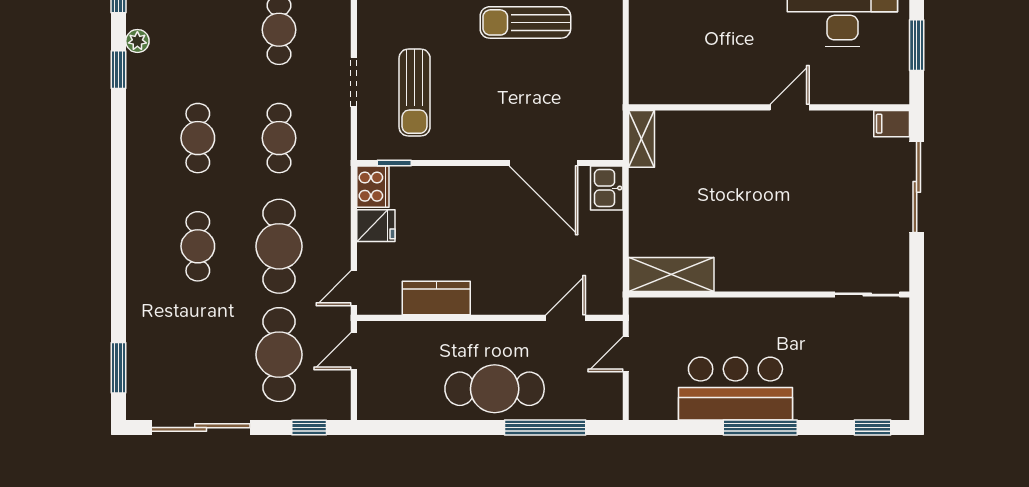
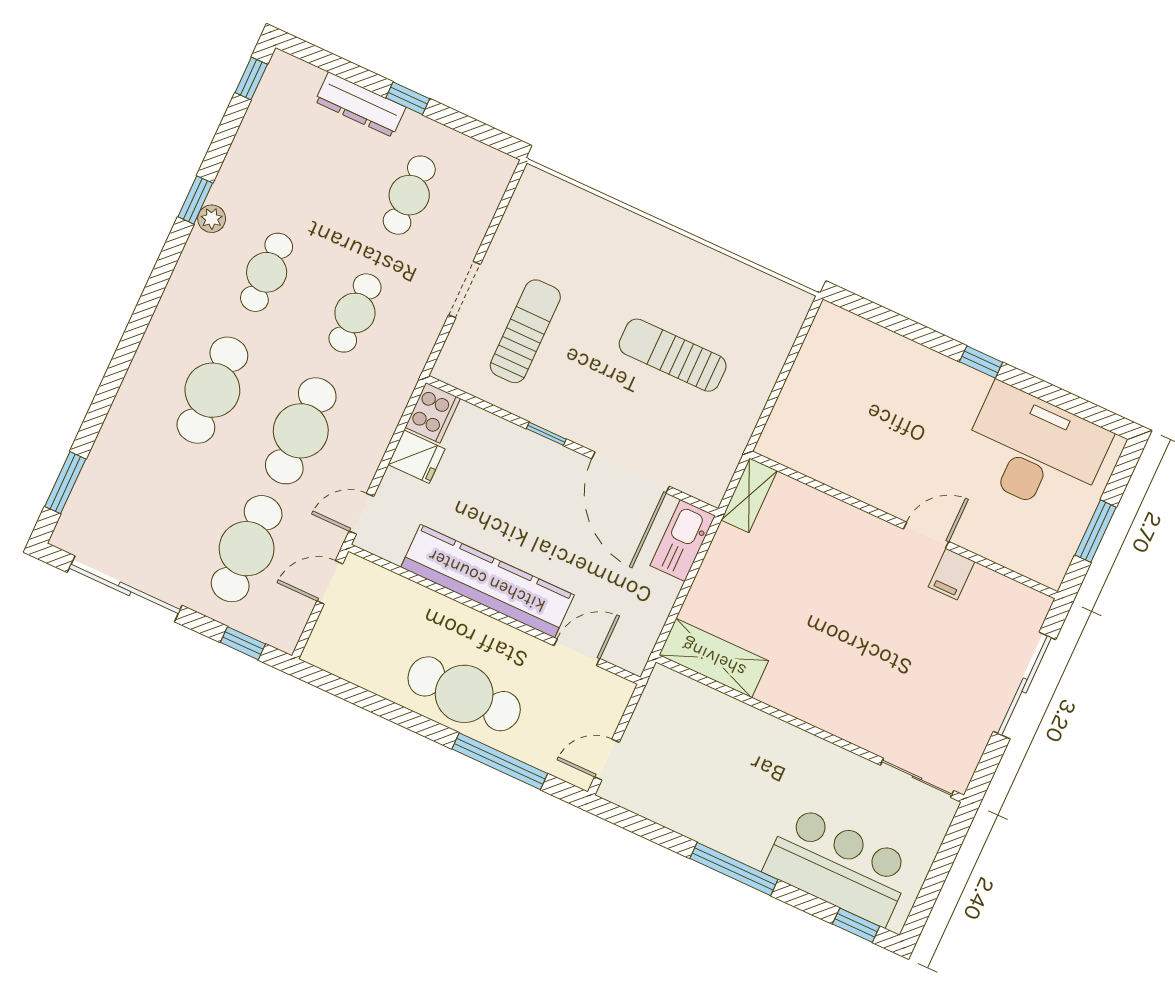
sun lounger: (525, 22) -> (673, 355), moved
plant: (137, 41) -> (212, 219), moved
window: (119, 70) -> (195, 200), moved
sun lounger: (415, 93) -> (525, 331), turned 180
filing cabinet: (892, 124) -> (952, 574), moved, turned -90
window: (394, 163) -> (546, 434), moved
kitchen sink: (607, 188) -> (683, 541), width x1.38
cafe table: (198, 246) -> (212, 390), width x1.37, depth x1.35
kitchen counter: (436, 298) -> (487, 581), width x2.08, depth x1.17
door: (626, 354) -> (607, 760), moved
bar counter: (735, 389) -> (839, 866), moved

